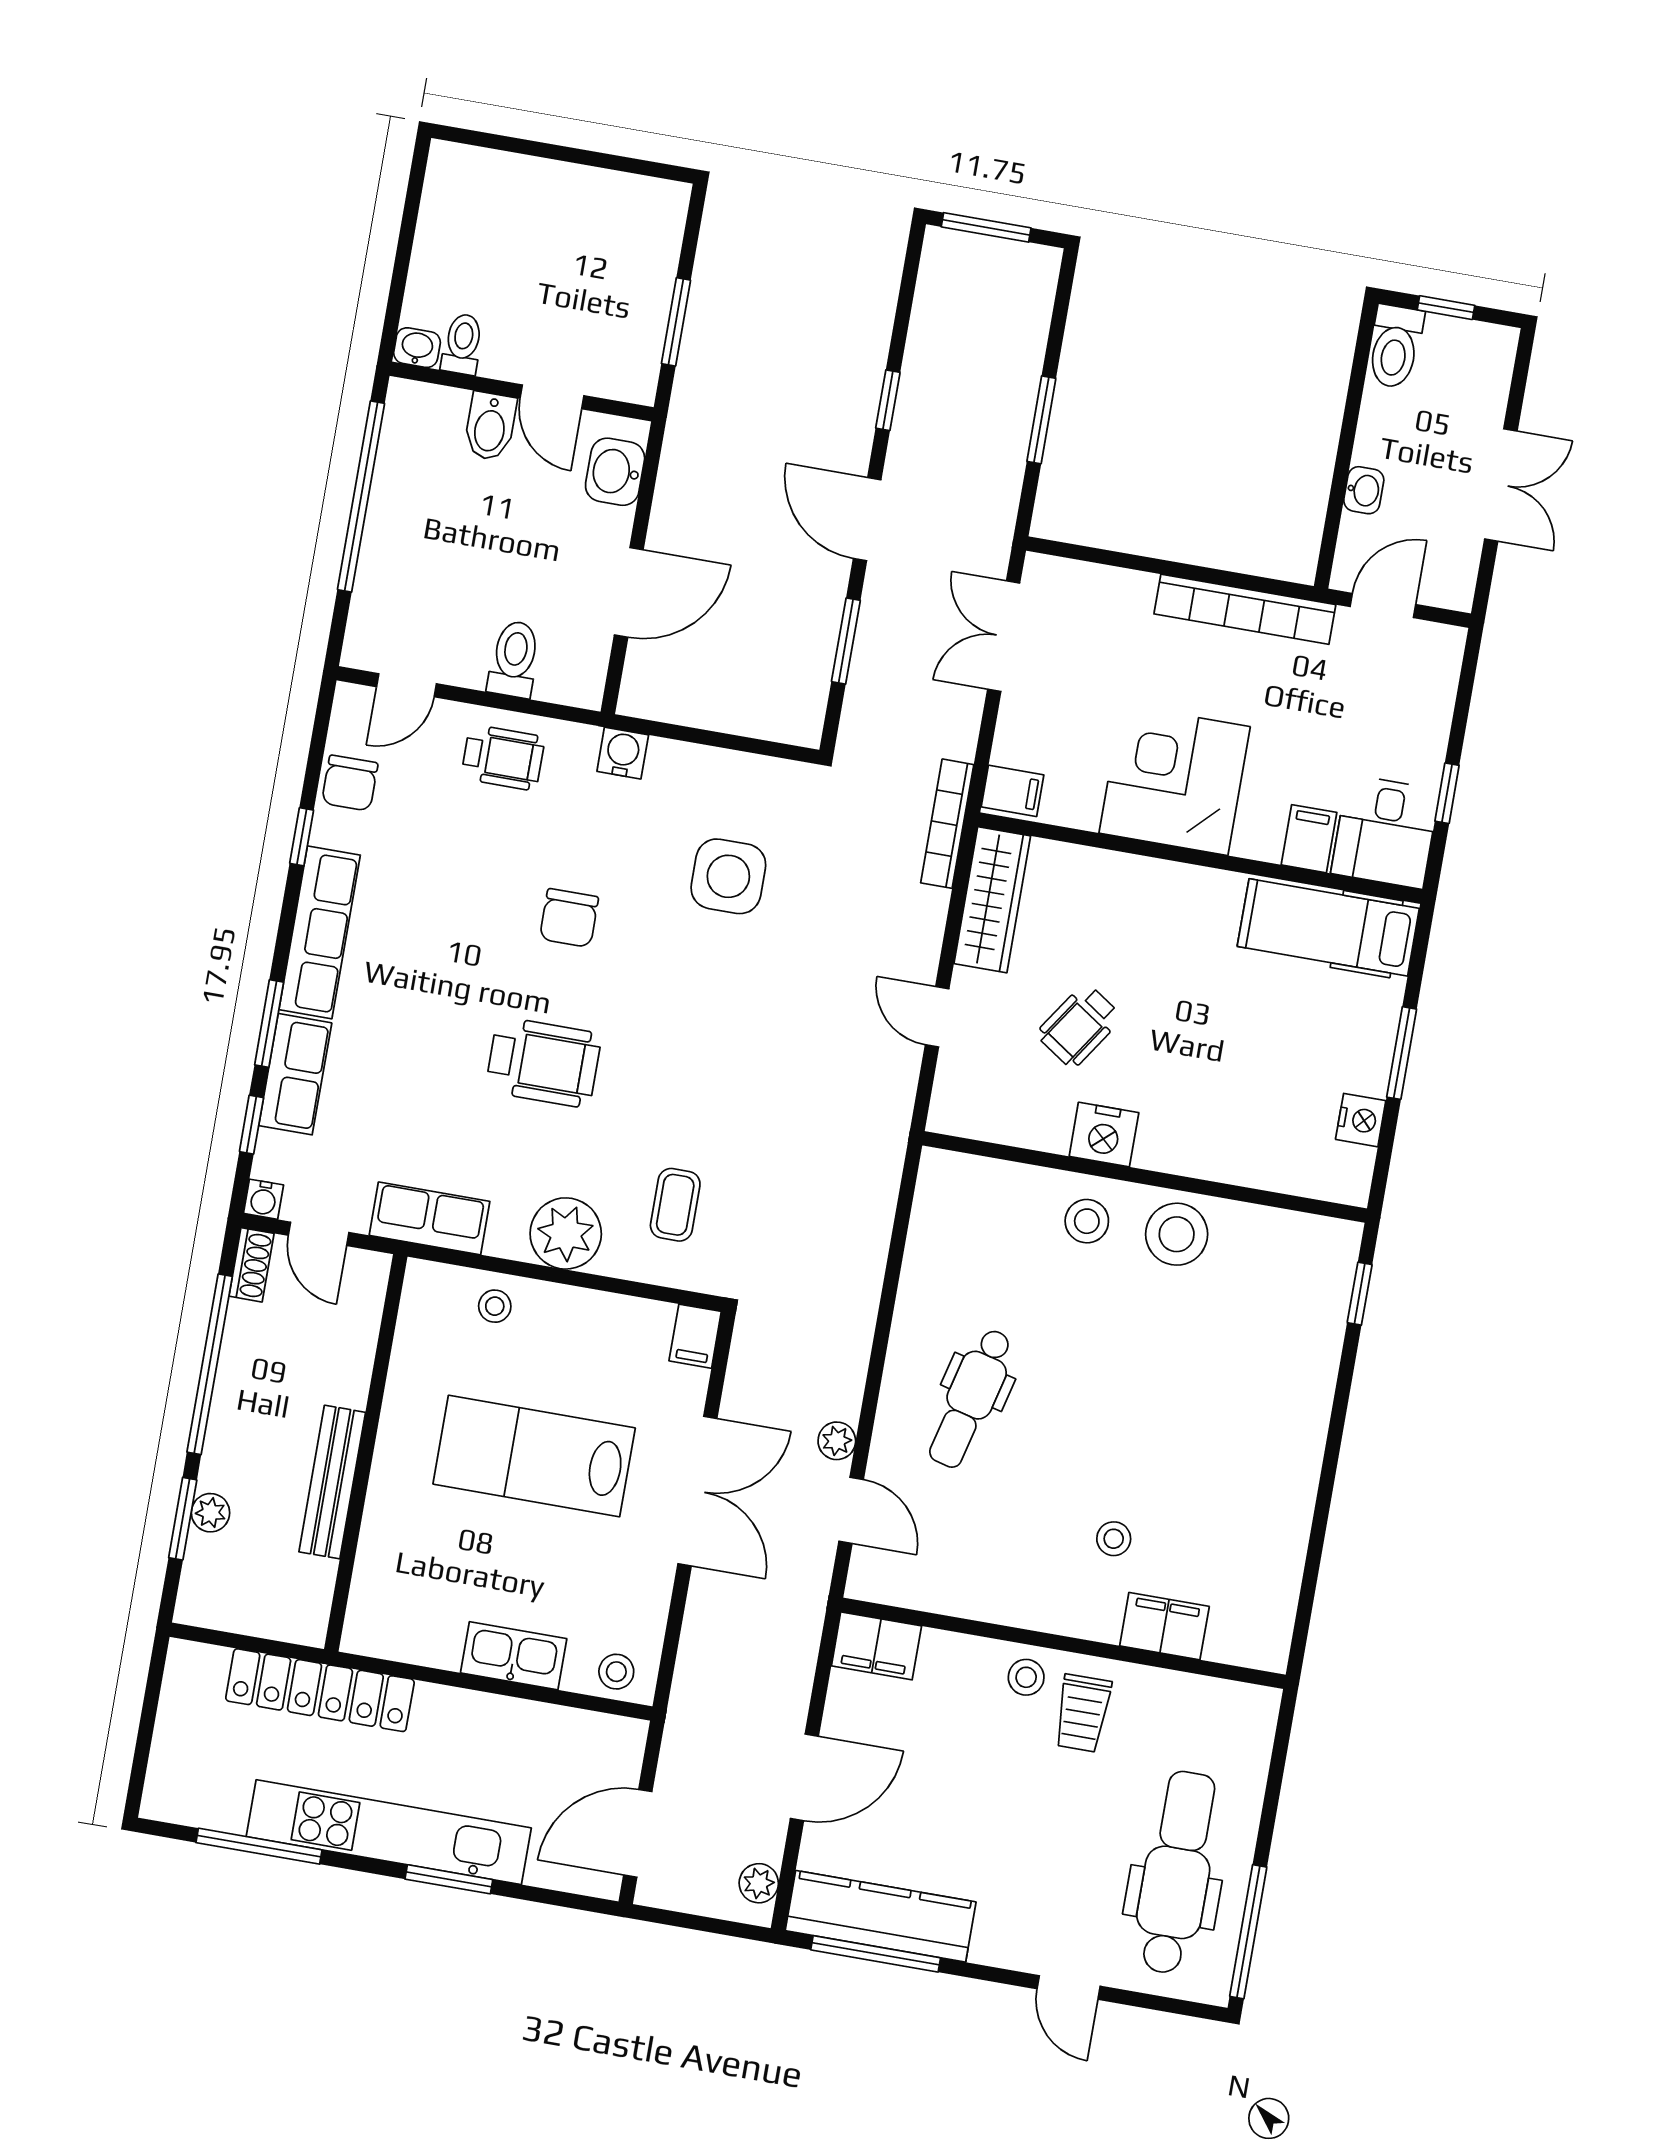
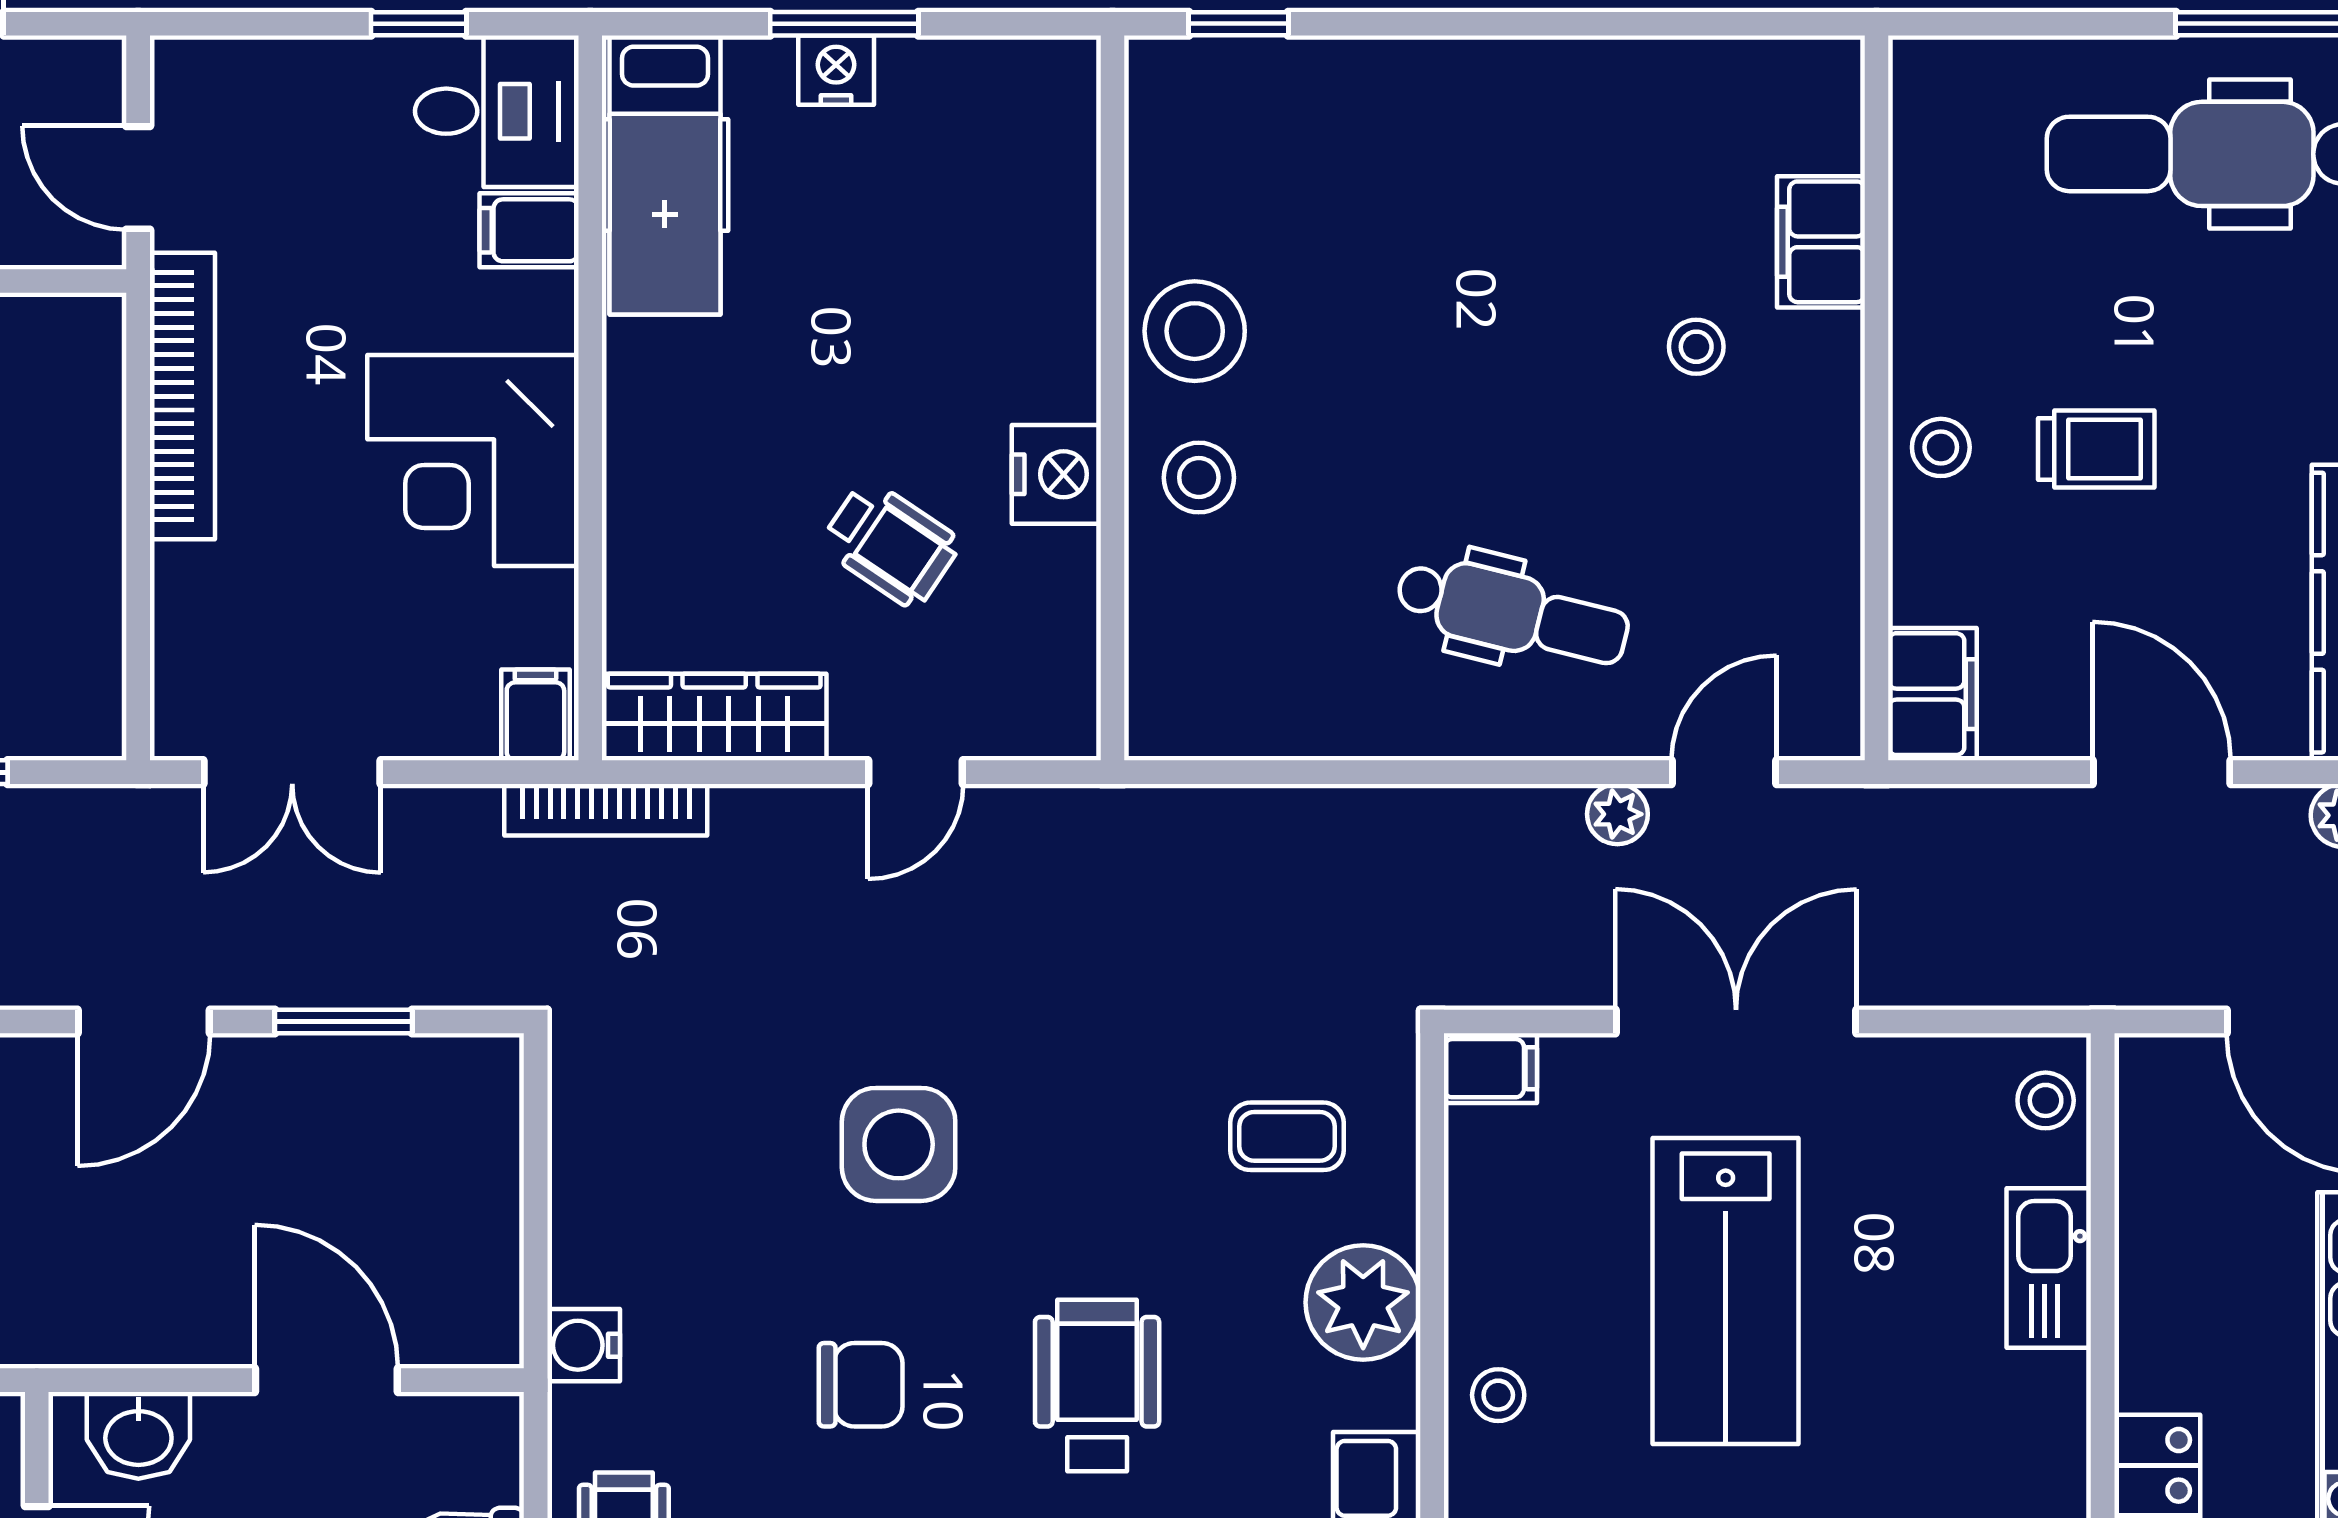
side table: (728, 876) -> (899, 1144), moved
nightstand: (1361, 1120) -> (836, 70), moved
trolley: (1083, 1713) -> (2096, 449), moved

